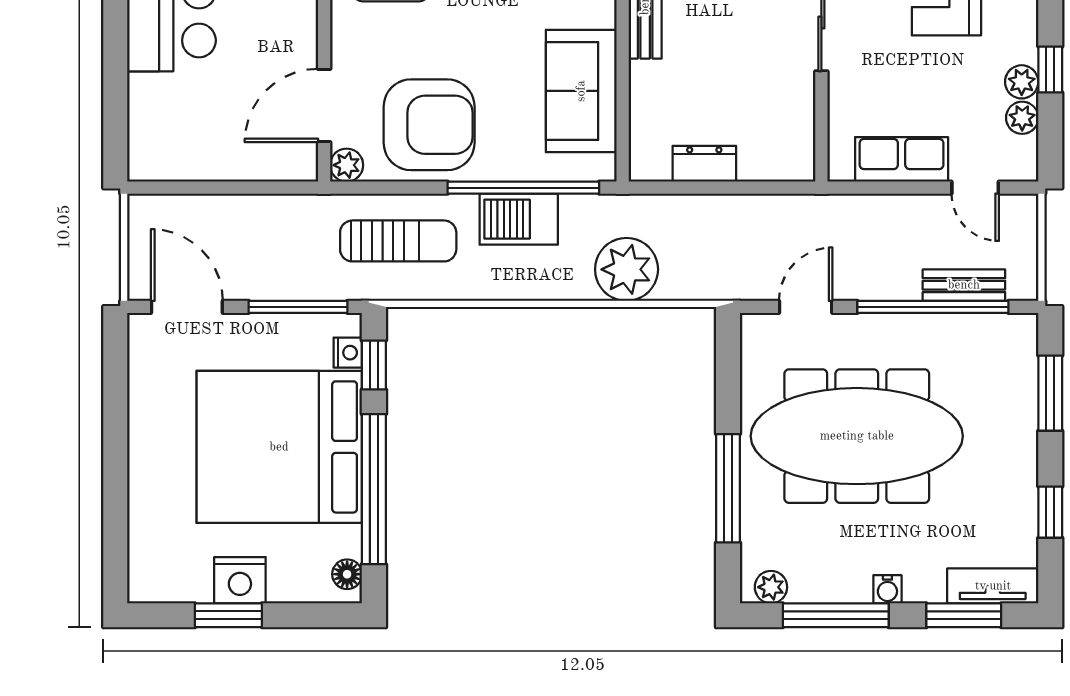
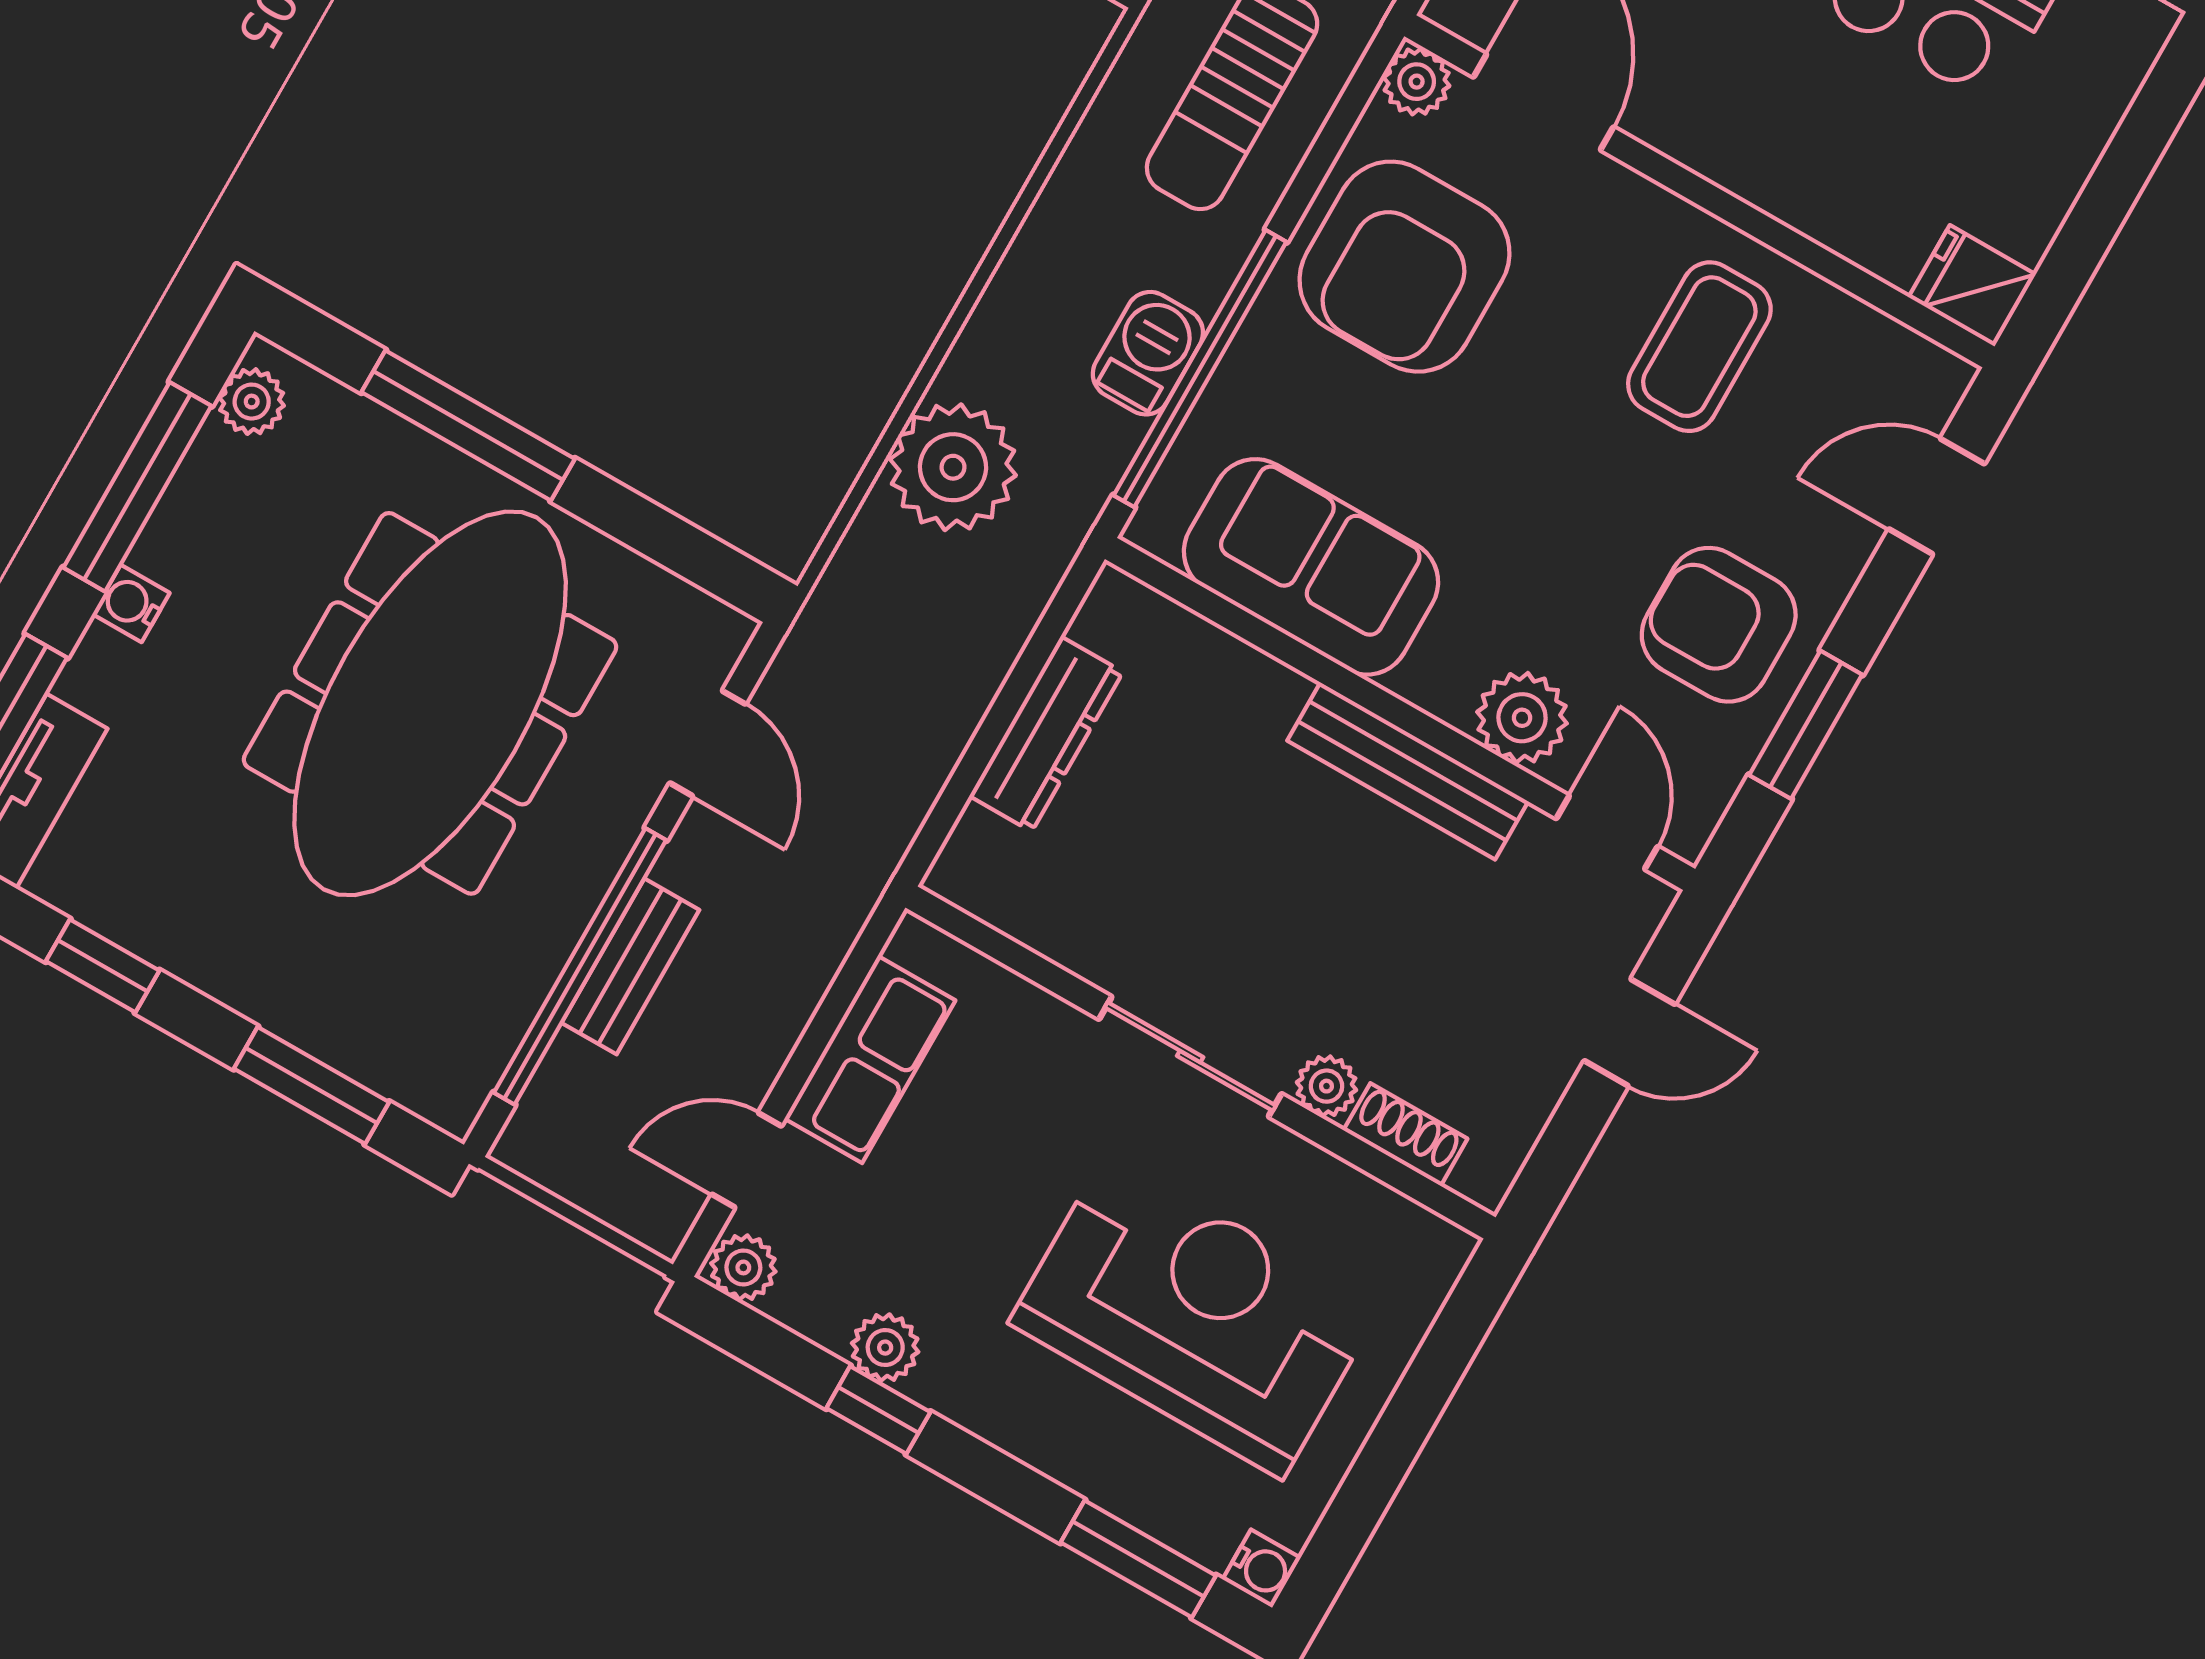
plant: (1022, 118) -> (743, 1267), moved
dresser: (704, 164) -> (1046, 734), width x1.44
barbecue: (519, 219) -> (1148, 353), width x0.73, depth x0.79
bench: (964, 285) -> (630, 966), moved

